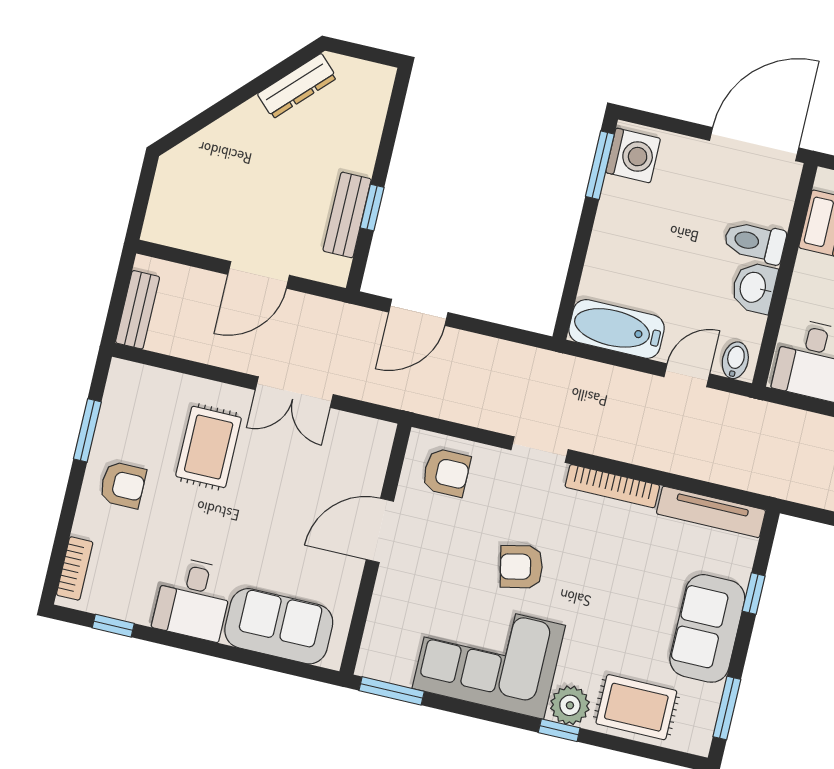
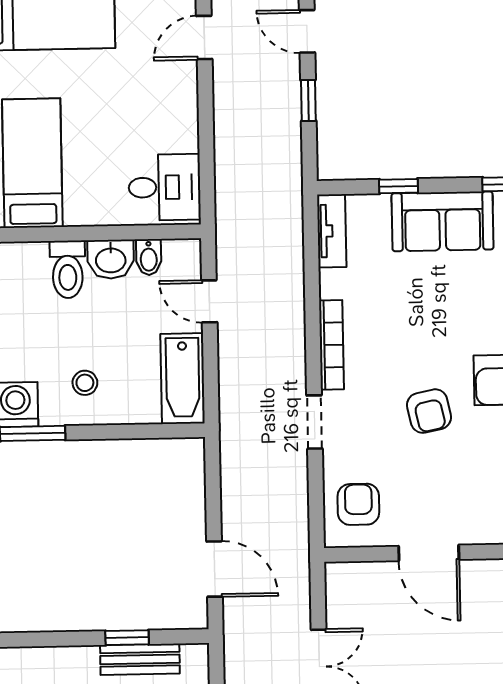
stool: (637, 230) -> (85, 383), added
bidet: (735, 360) -> (149, 257), moved, turned -90
tv unit: (711, 512) -> (332, 231), width x0.71

